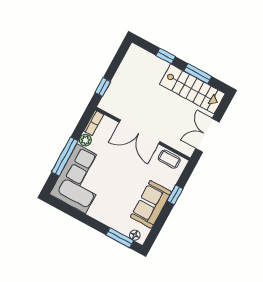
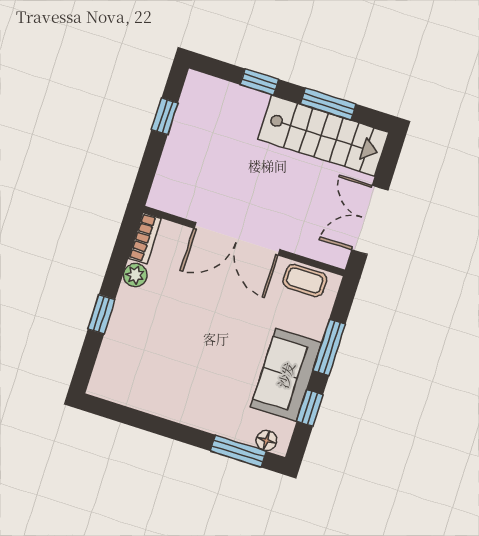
window: (103, 87) -> (165, 116), moved
window: (65, 156) -> (102, 314), width x0.46
corner sofa: (81, 179) -> (141, 351), removed
window: (175, 195) -> (329, 347), width x1.50
window: (159, 223) -> (310, 408), added

